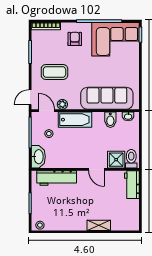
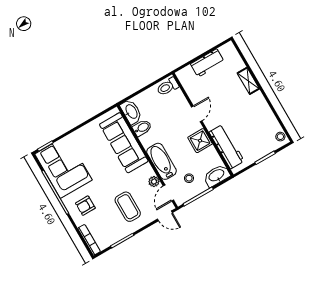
washbasin: (128, 116) -> (131, 112), width x1.91, depth x1.45
shower: (116, 160) -> (200, 141), moved
workbench: (132, 185) -> (207, 63), moved

